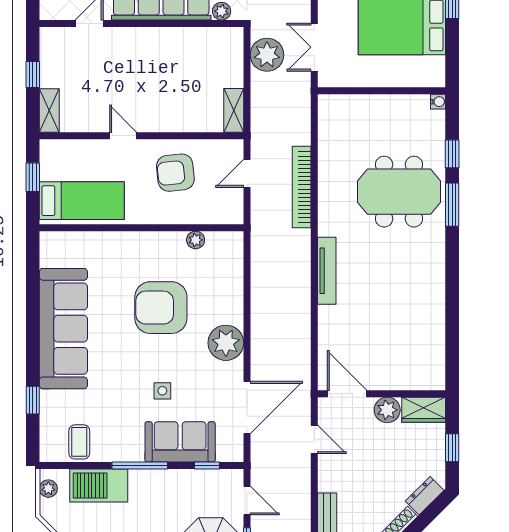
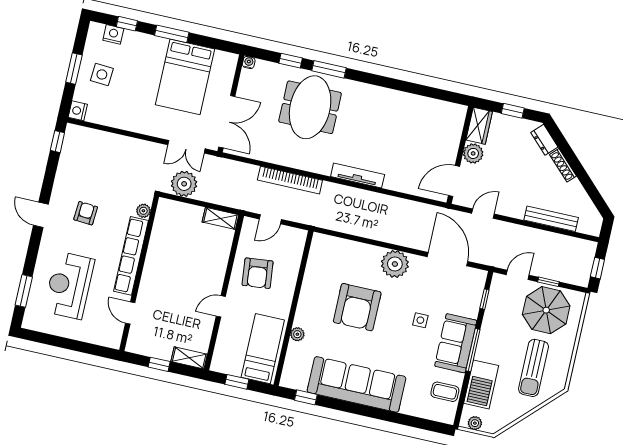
double door: (357, 91) -> (227, 122), added
door: (247, 173) -> (270, 219), hinge flipped
plant: (196, 240) -> (297, 334), moved
window: (33, 400) -> (306, 397), moved
sofa: (180, 442) -> (456, 343), moved

